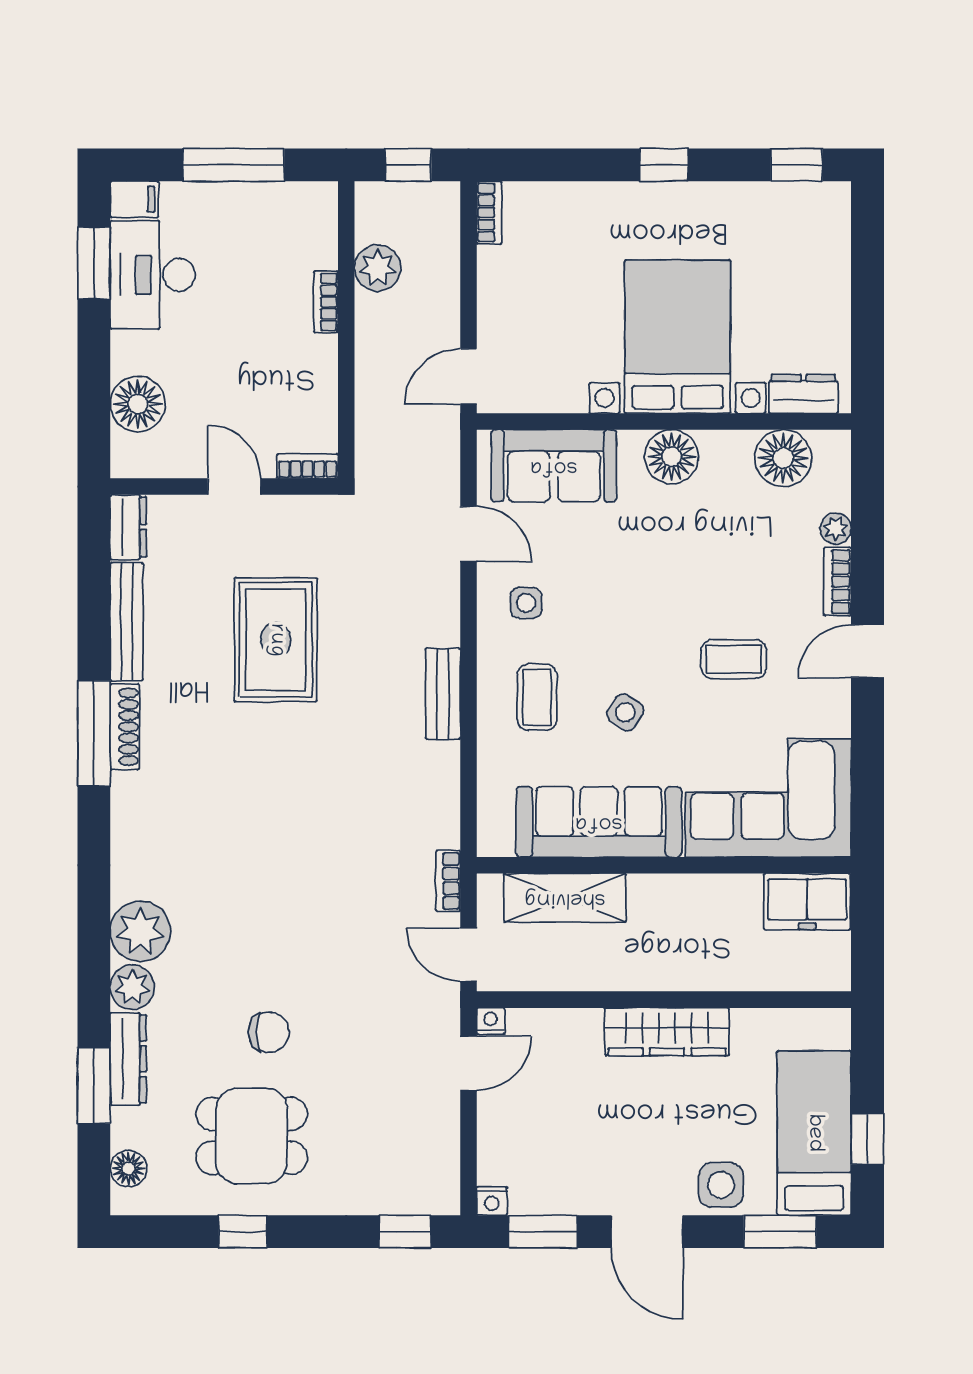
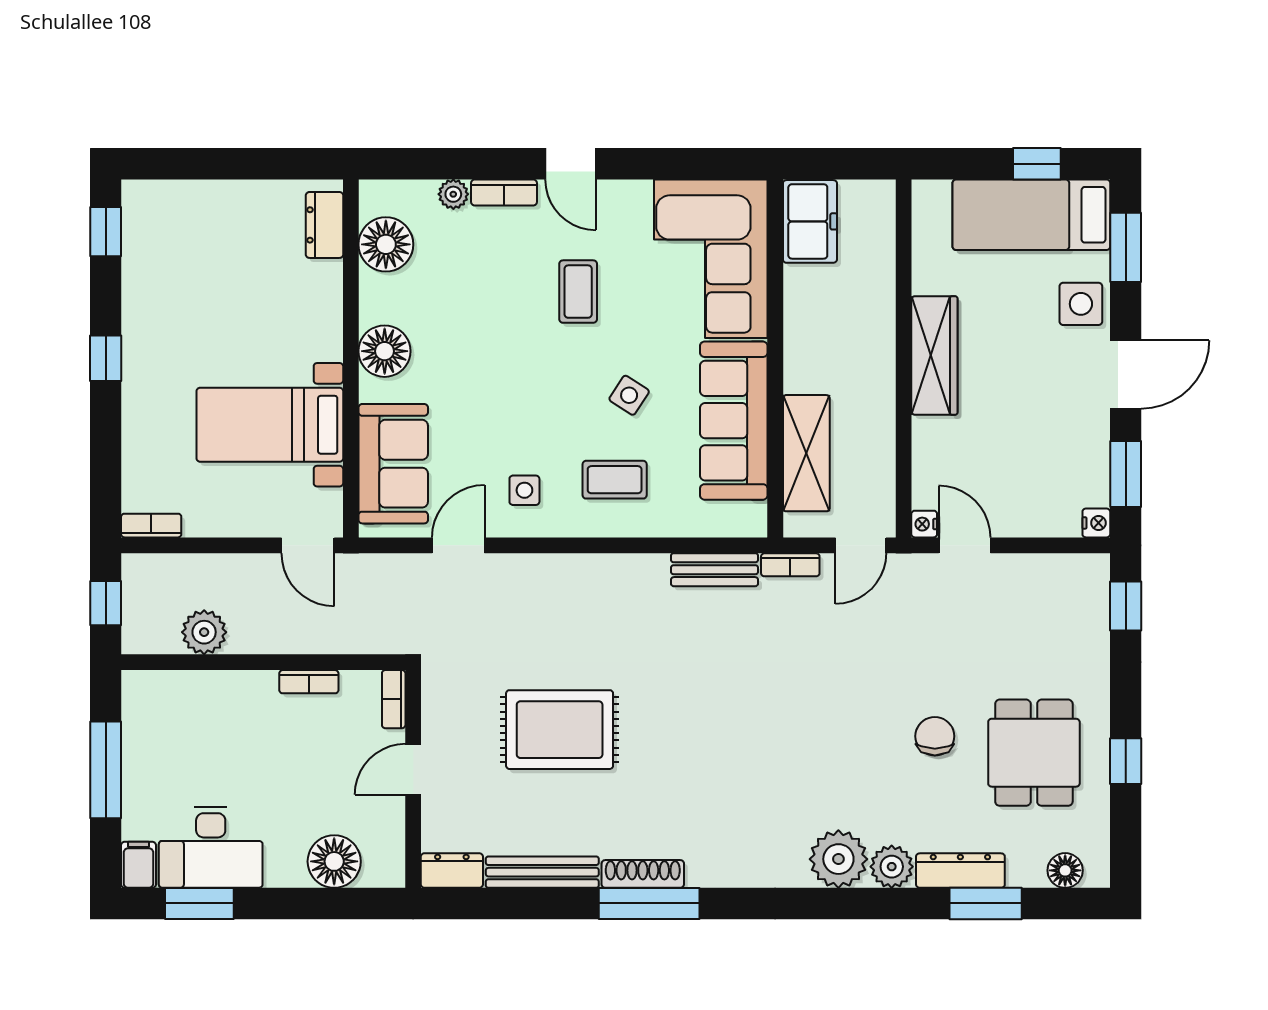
bookcase: (326, 302) -> (309, 682), moved
bed with nightstands: (678, 337) -> (270, 425), moved, width x0.73
bench: (443, 694) -> (715, 570), moved

